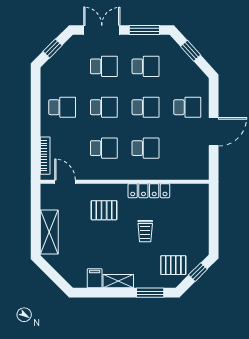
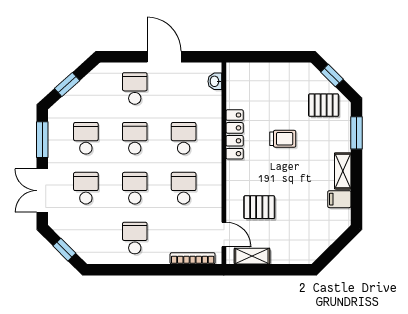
washbasin: (193, 174) -> (215, 81), added
door: (65, 182) -> (224, 235), swing flipped
pallet: (104, 210) -> (259, 207), moved, turned 90
shelving: (49, 232) -> (252, 256), moved, width x0.67, depth x0.75
pallet: (173, 265) -> (324, 105), turned 90

